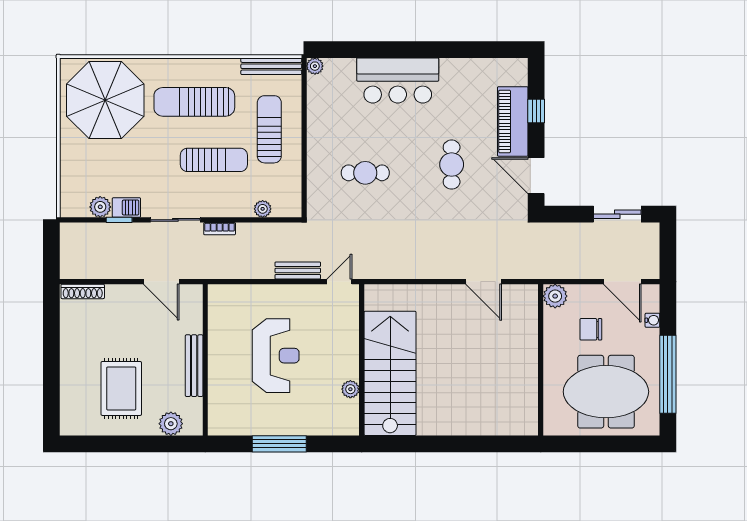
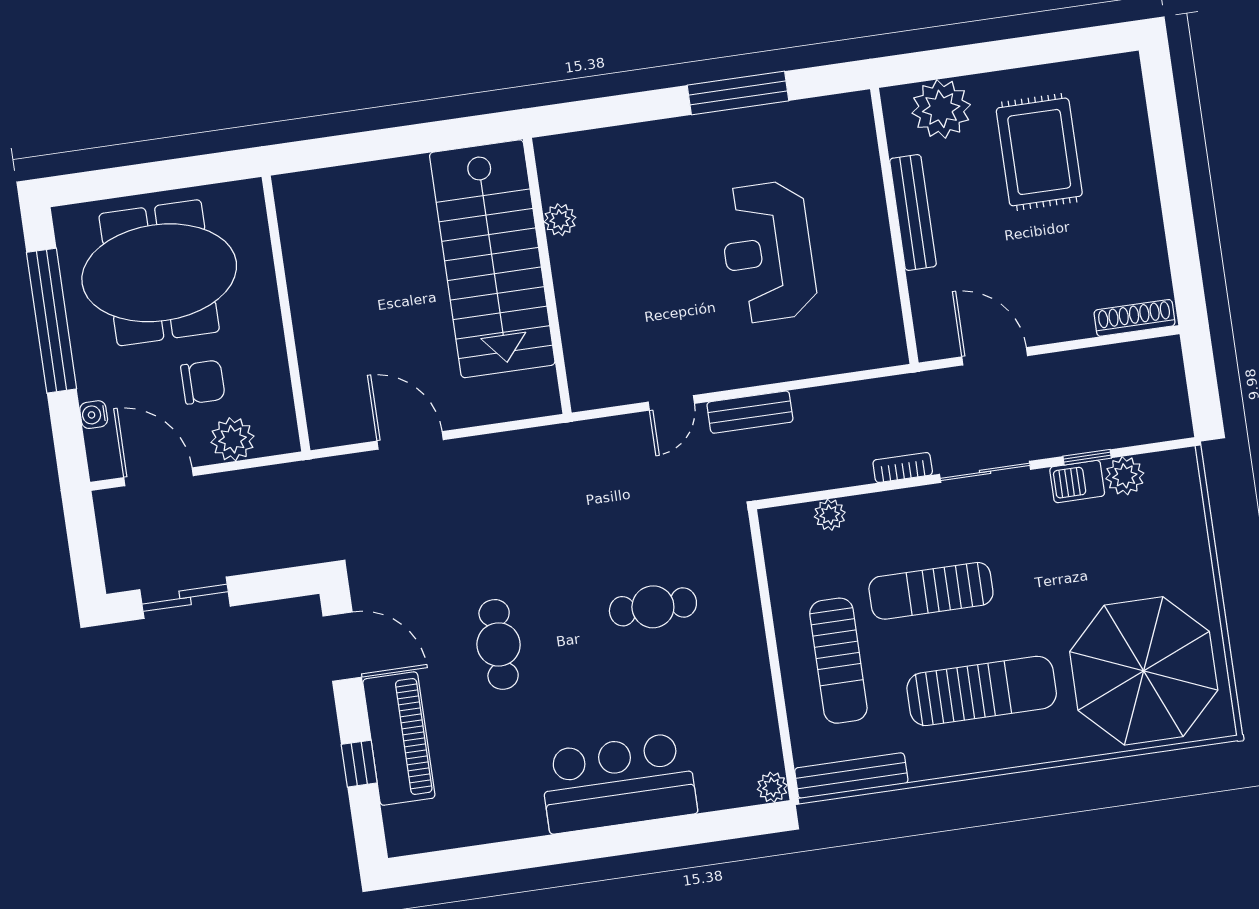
plant: (555, 296) -> (233, 439), moved
wall: (362, 360) -> (547, 276), moved
stairs: (390, 373) -> (492, 259), moved
plant: (350, 389) -> (560, 220), moved
plant: (171, 424) -> (941, 109), width x1.36, depth x1.36

